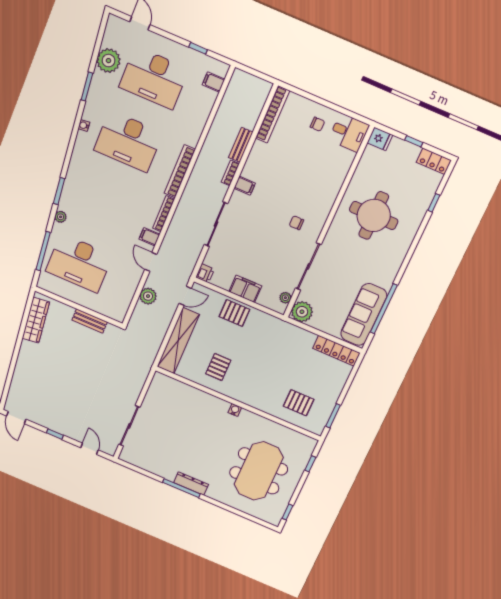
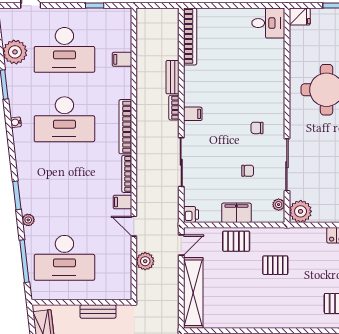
filing cabinet: (213, 82) -> (122, 59), moved
chair: (317, 124) -> (248, 171), moved
pallet: (218, 367) -> (275, 265), moved, turned 90

